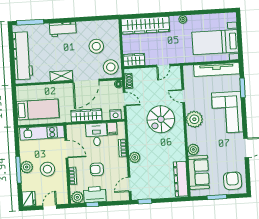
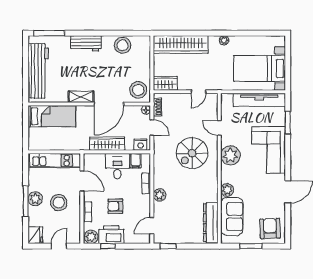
stool: (96, 46) -> (123, 45), moved
bed: (38, 110) -> (52, 116), moved

